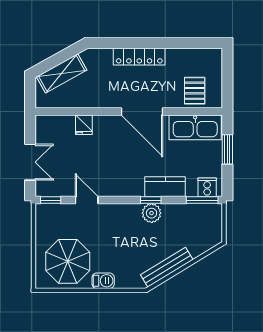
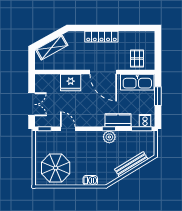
fridge: (84, 125) -> (71, 83), width x1.88, depth x1.34
bench: (167, 267) -> (131, 164), moved
barbecue: (103, 281) -> (90, 180), moved

